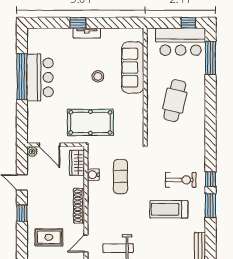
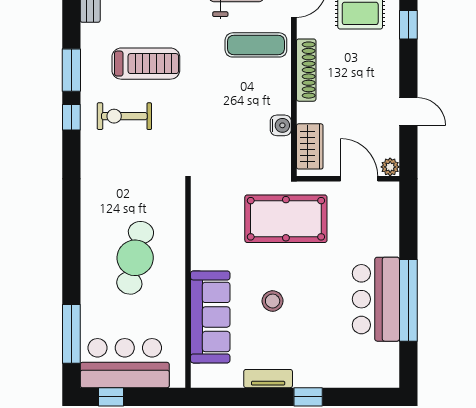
tv unit: (87, 33) -> (268, 379), moved
exercise mat: (121, 177) -> (256, 45), moved, turned 90
window: (22, 213) -> (408, 25), moved

